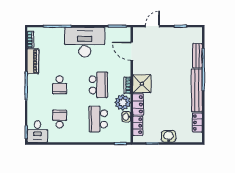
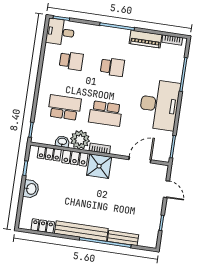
school desk: (60, 85) -> (112, 67), turned 180

